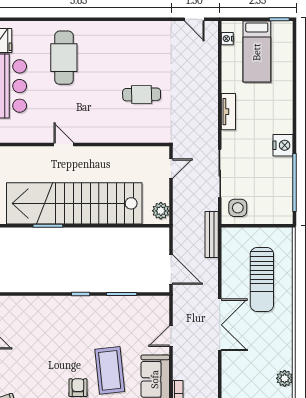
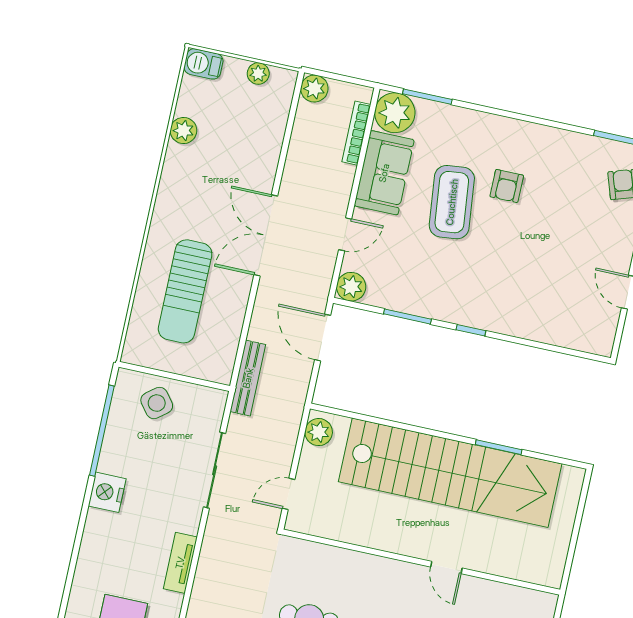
side table: (238, 208) -> (157, 403), moved, turned -38
sun lounger: (262, 280) -> (185, 291), turned 180
plant: (160, 305) -> (351, 287), added

